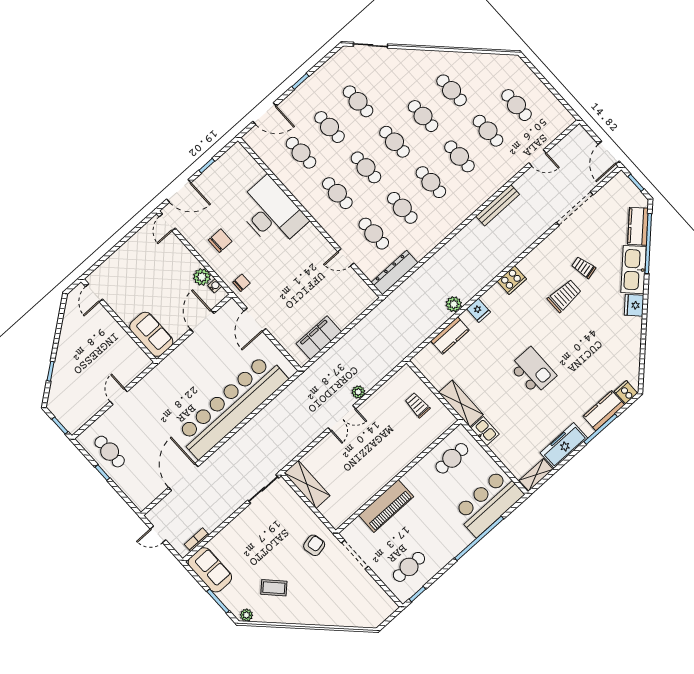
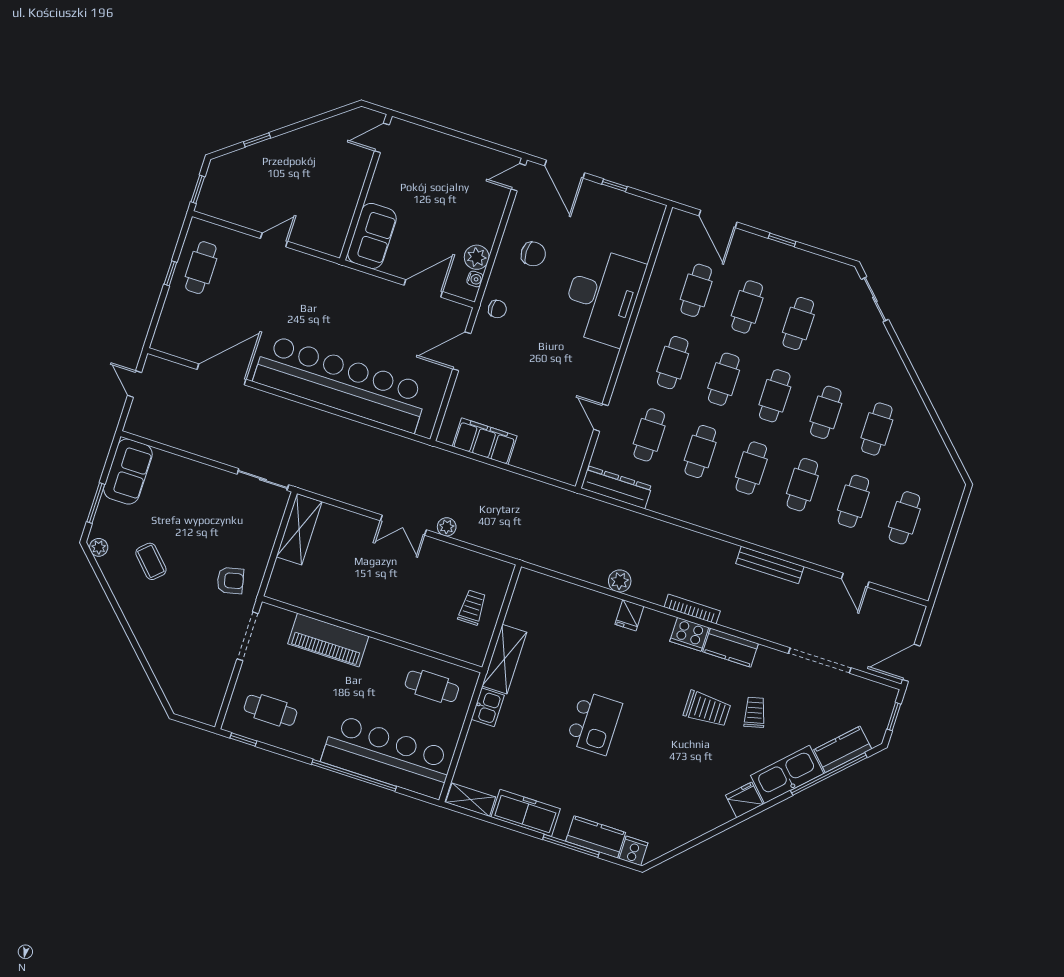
kitchen counter: (450, 335) -> (731, 648), moved
bar counter: (489, 503) -> (388, 757), width x1.36
bookcase: (197, 540) -> (692, 609), moved, width x1.56

